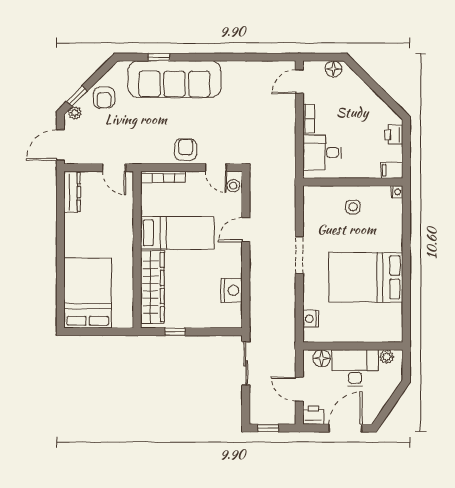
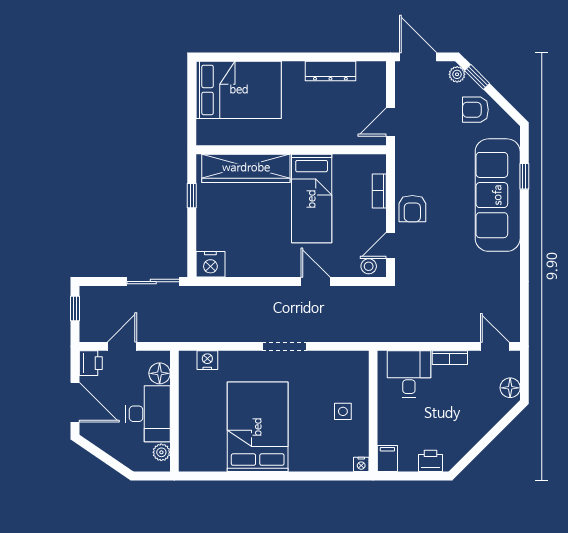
armchair: (186, 150) -> (412, 209), turned 90
bookcase: (163, 177) -> (379, 191), width x0.64
dresser: (72, 192) -> (330, 71), moved
nightstand: (232, 290) -> (210, 264), moved

